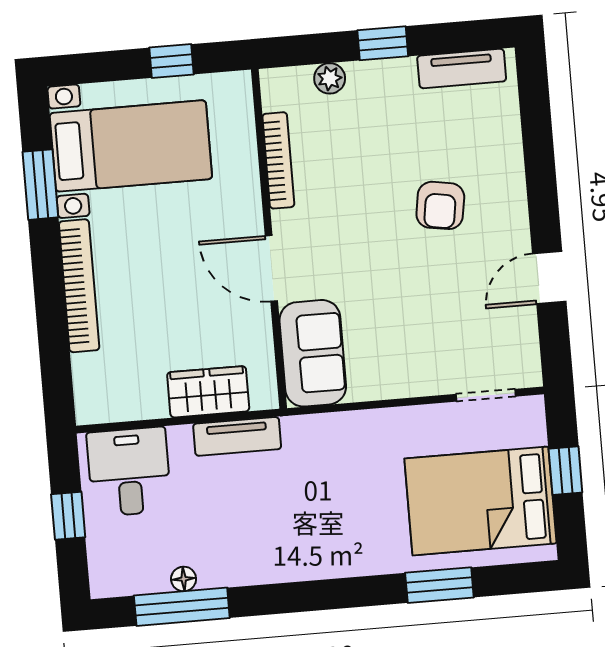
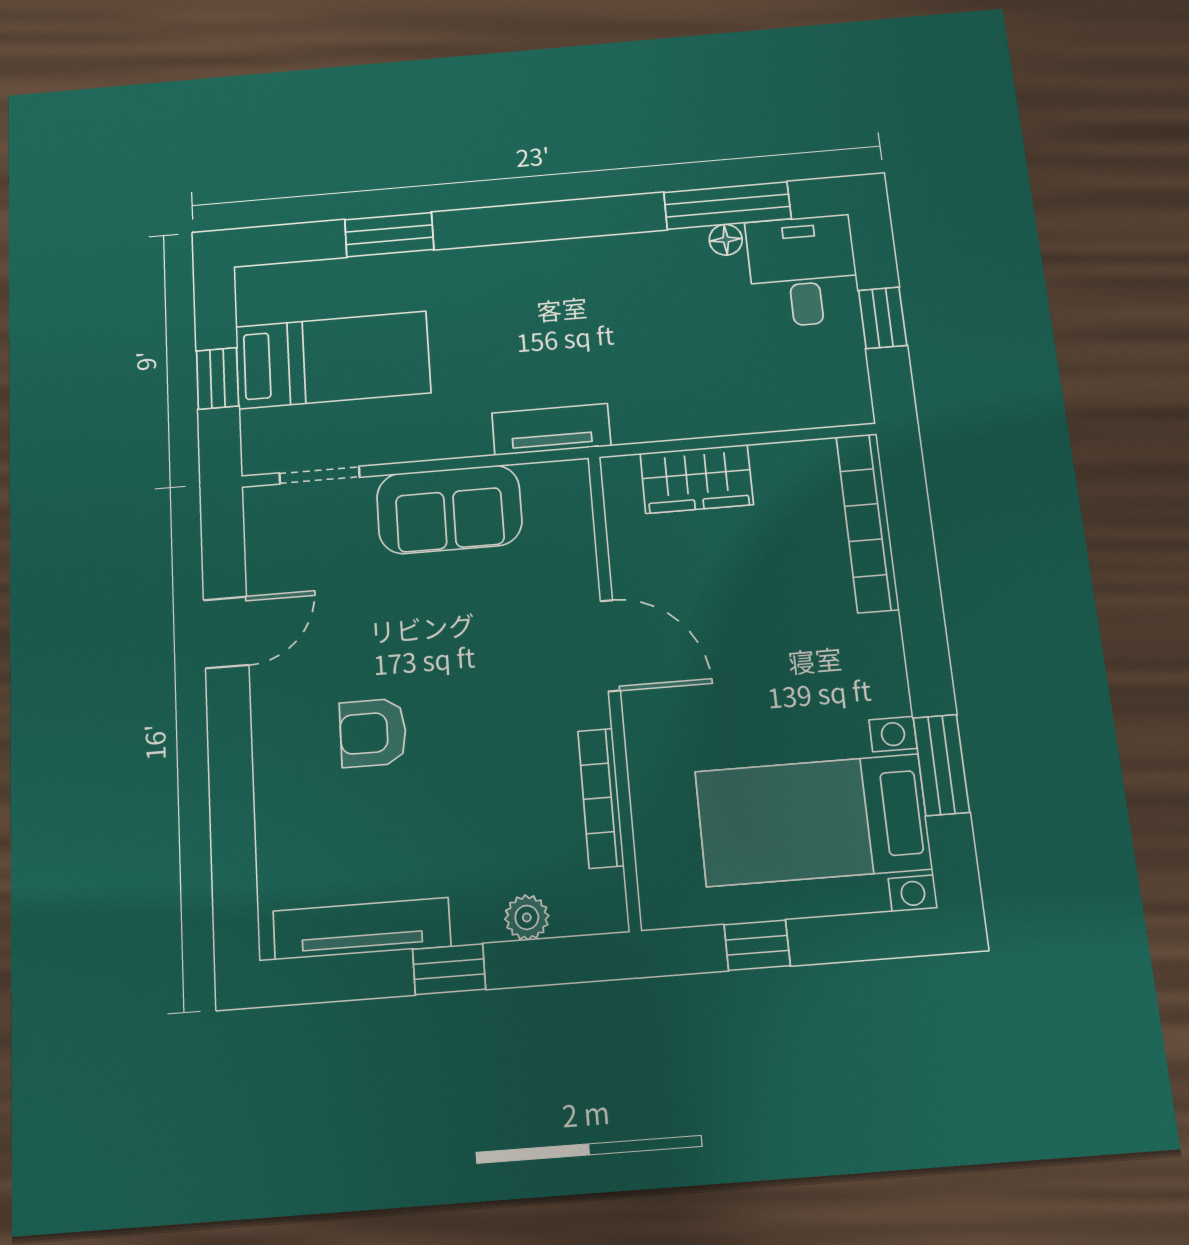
tv unit: (462, 68) -> (362, 929), width x1.41
armchair: (440, 205) -> (373, 733), turned -99
bookcase: (79, 286) -> (867, 522), moved
sofa: (313, 353) -> (449, 509), moved, turned -90
tv unit: (237, 436) -> (551, 429), moved
desk: (129, 472) -> (803, 271), moved, turned 180
bed: (480, 501) -> (333, 360), width x0.67

